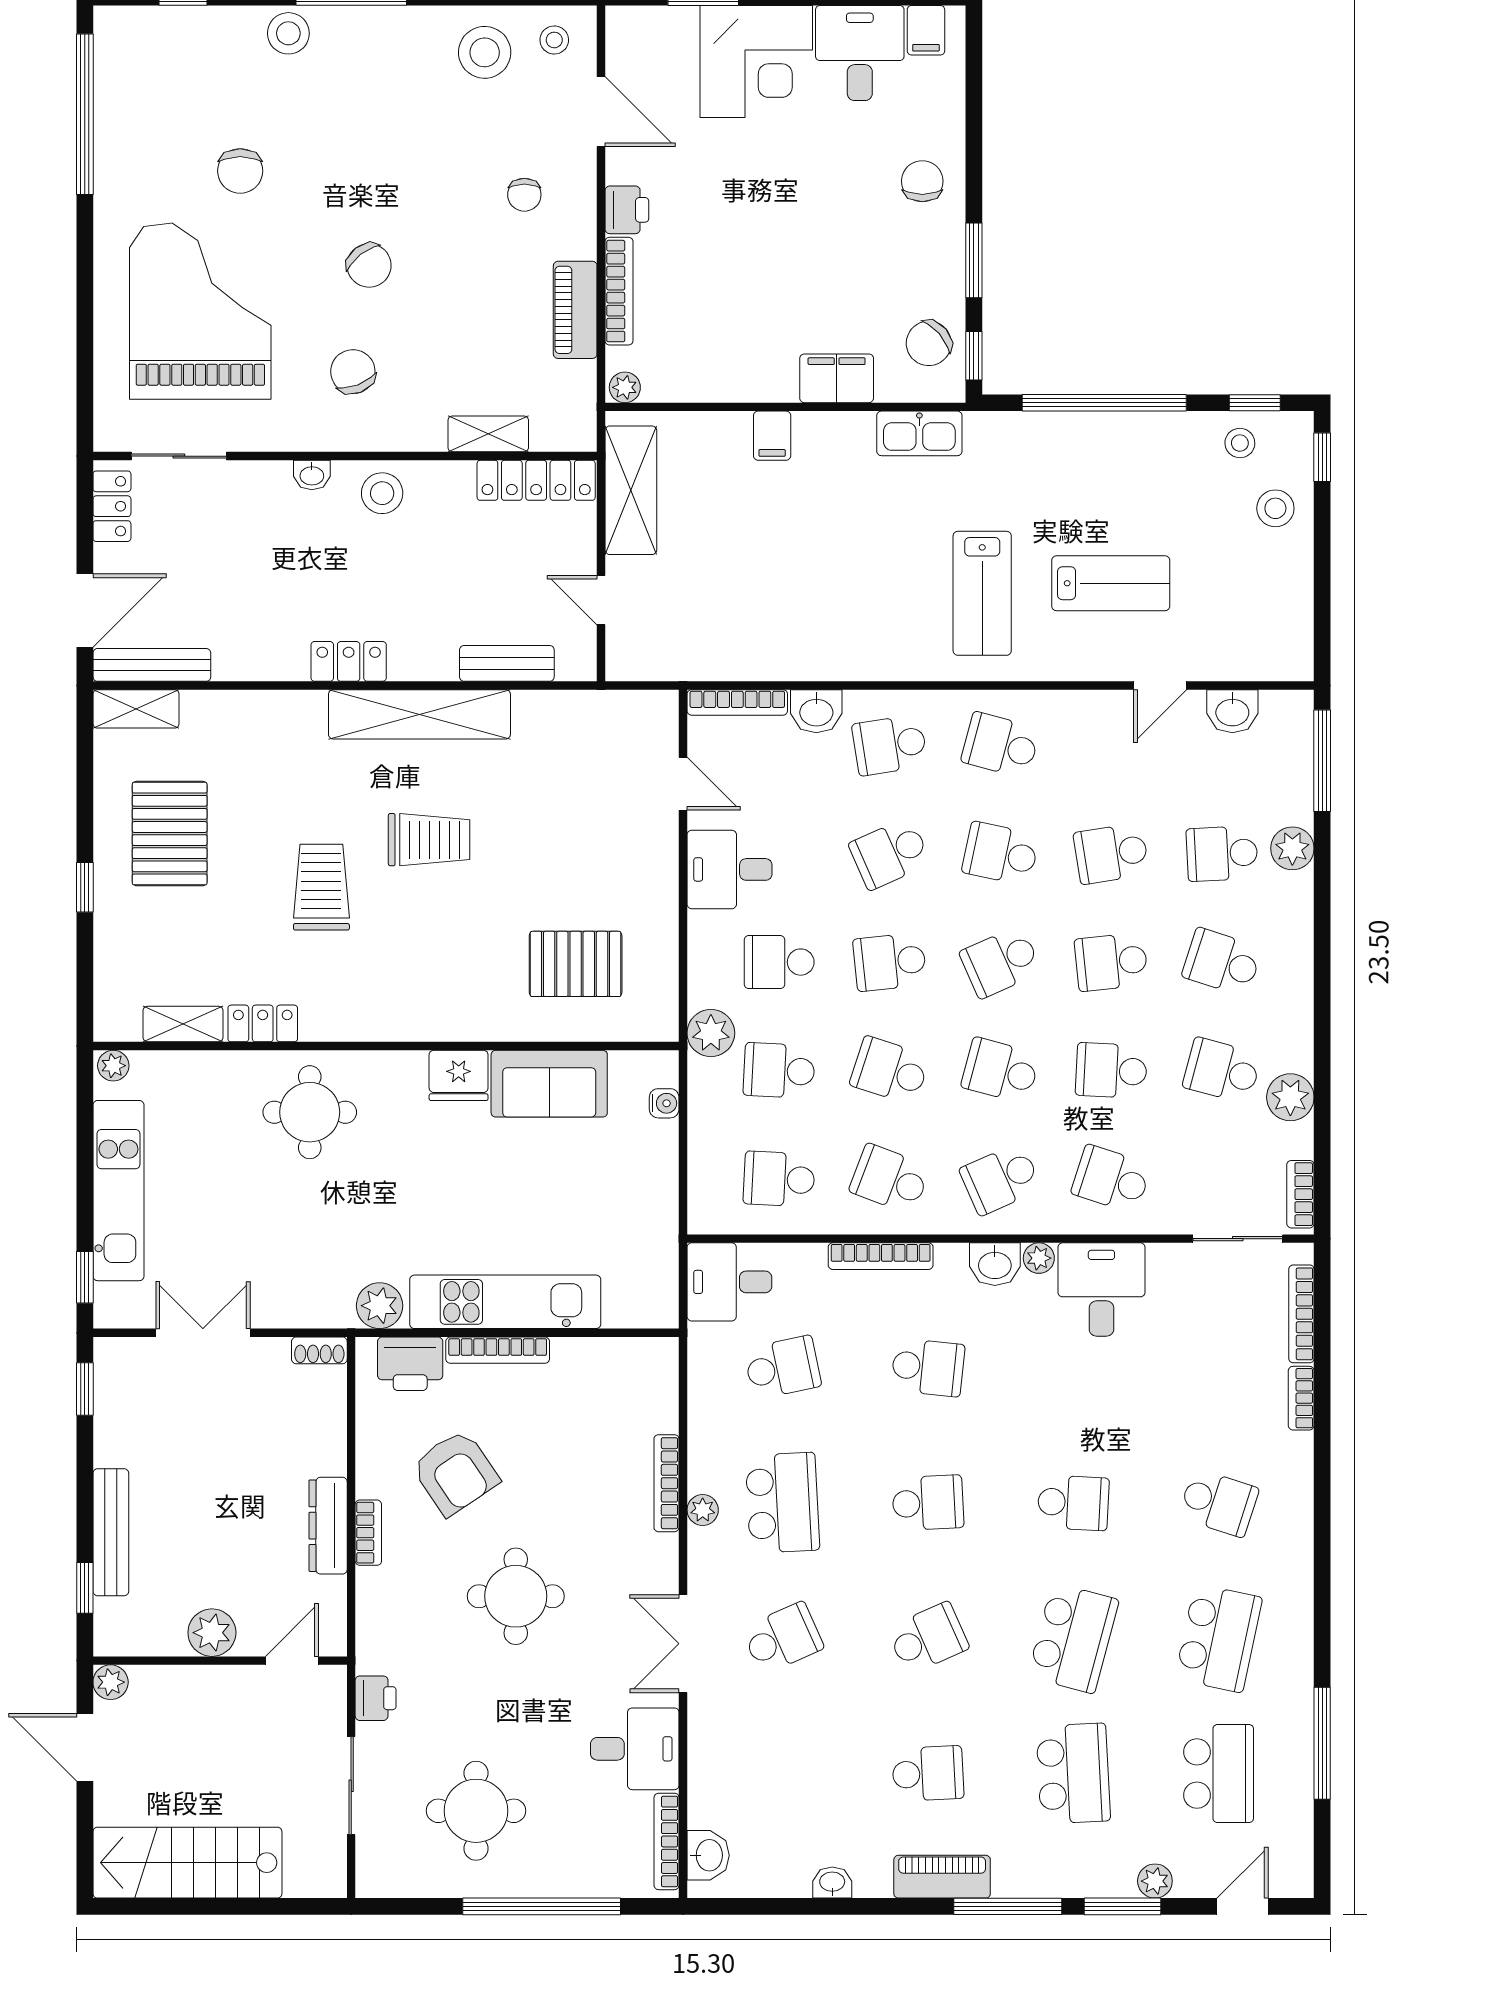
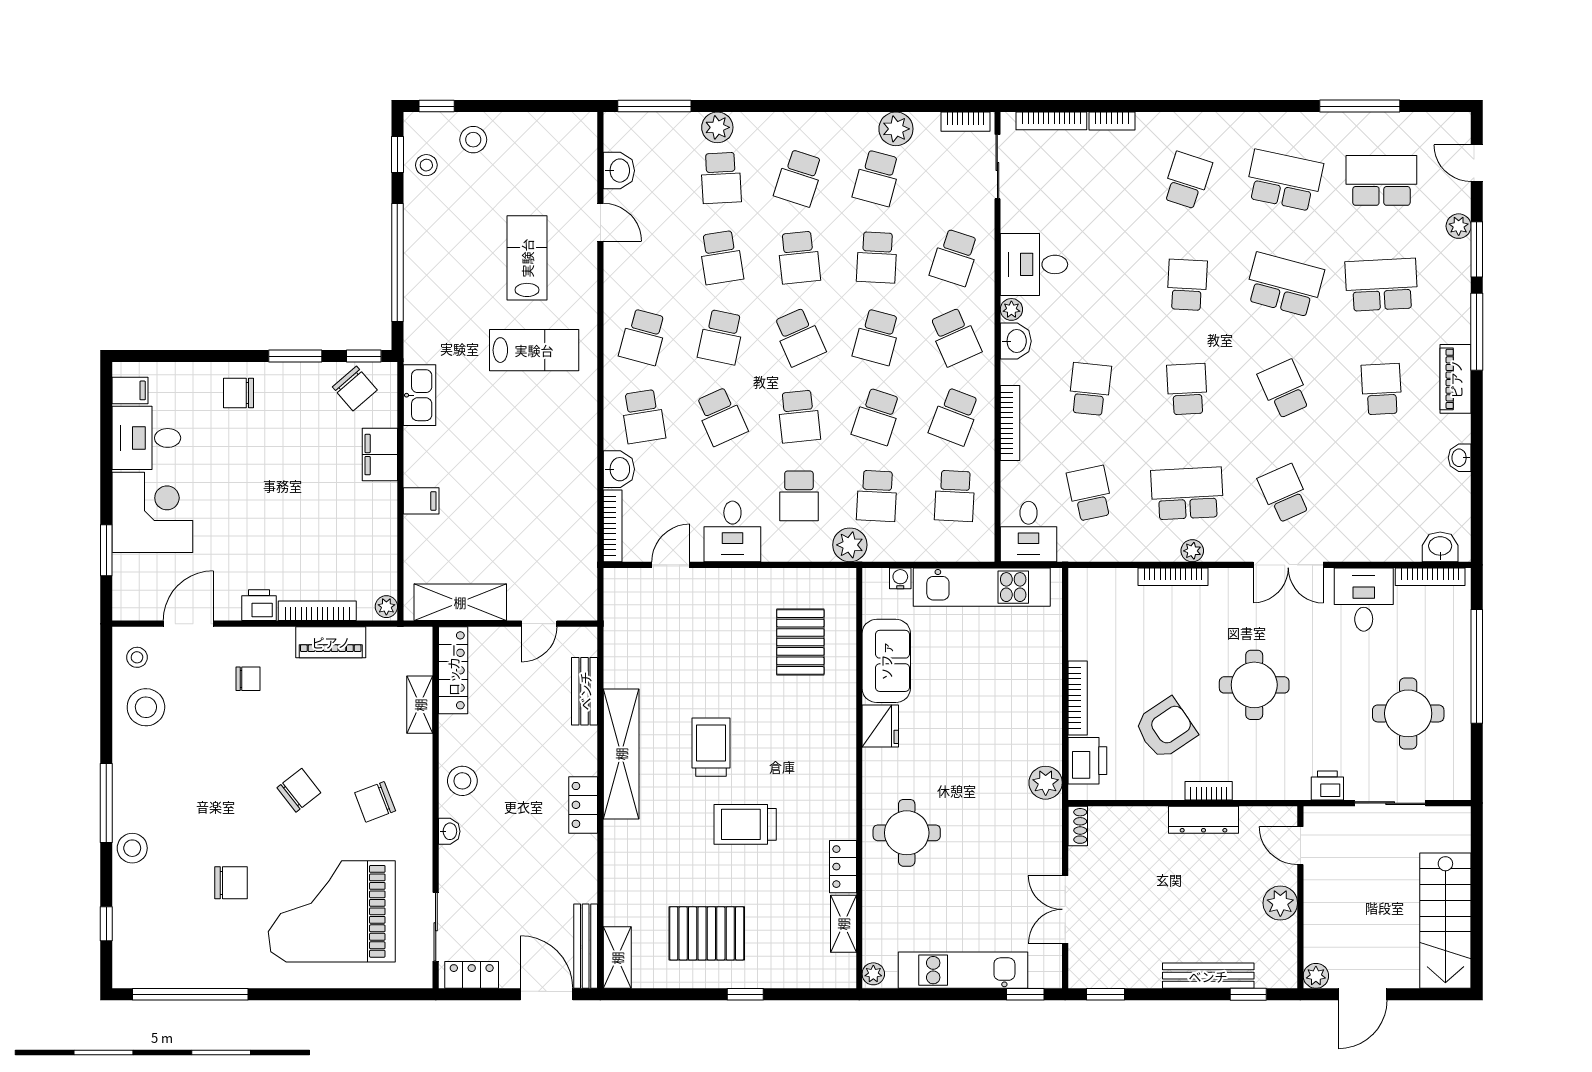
kitchen unit: (505, 1302) -> (982, 587), moved, turned -90

